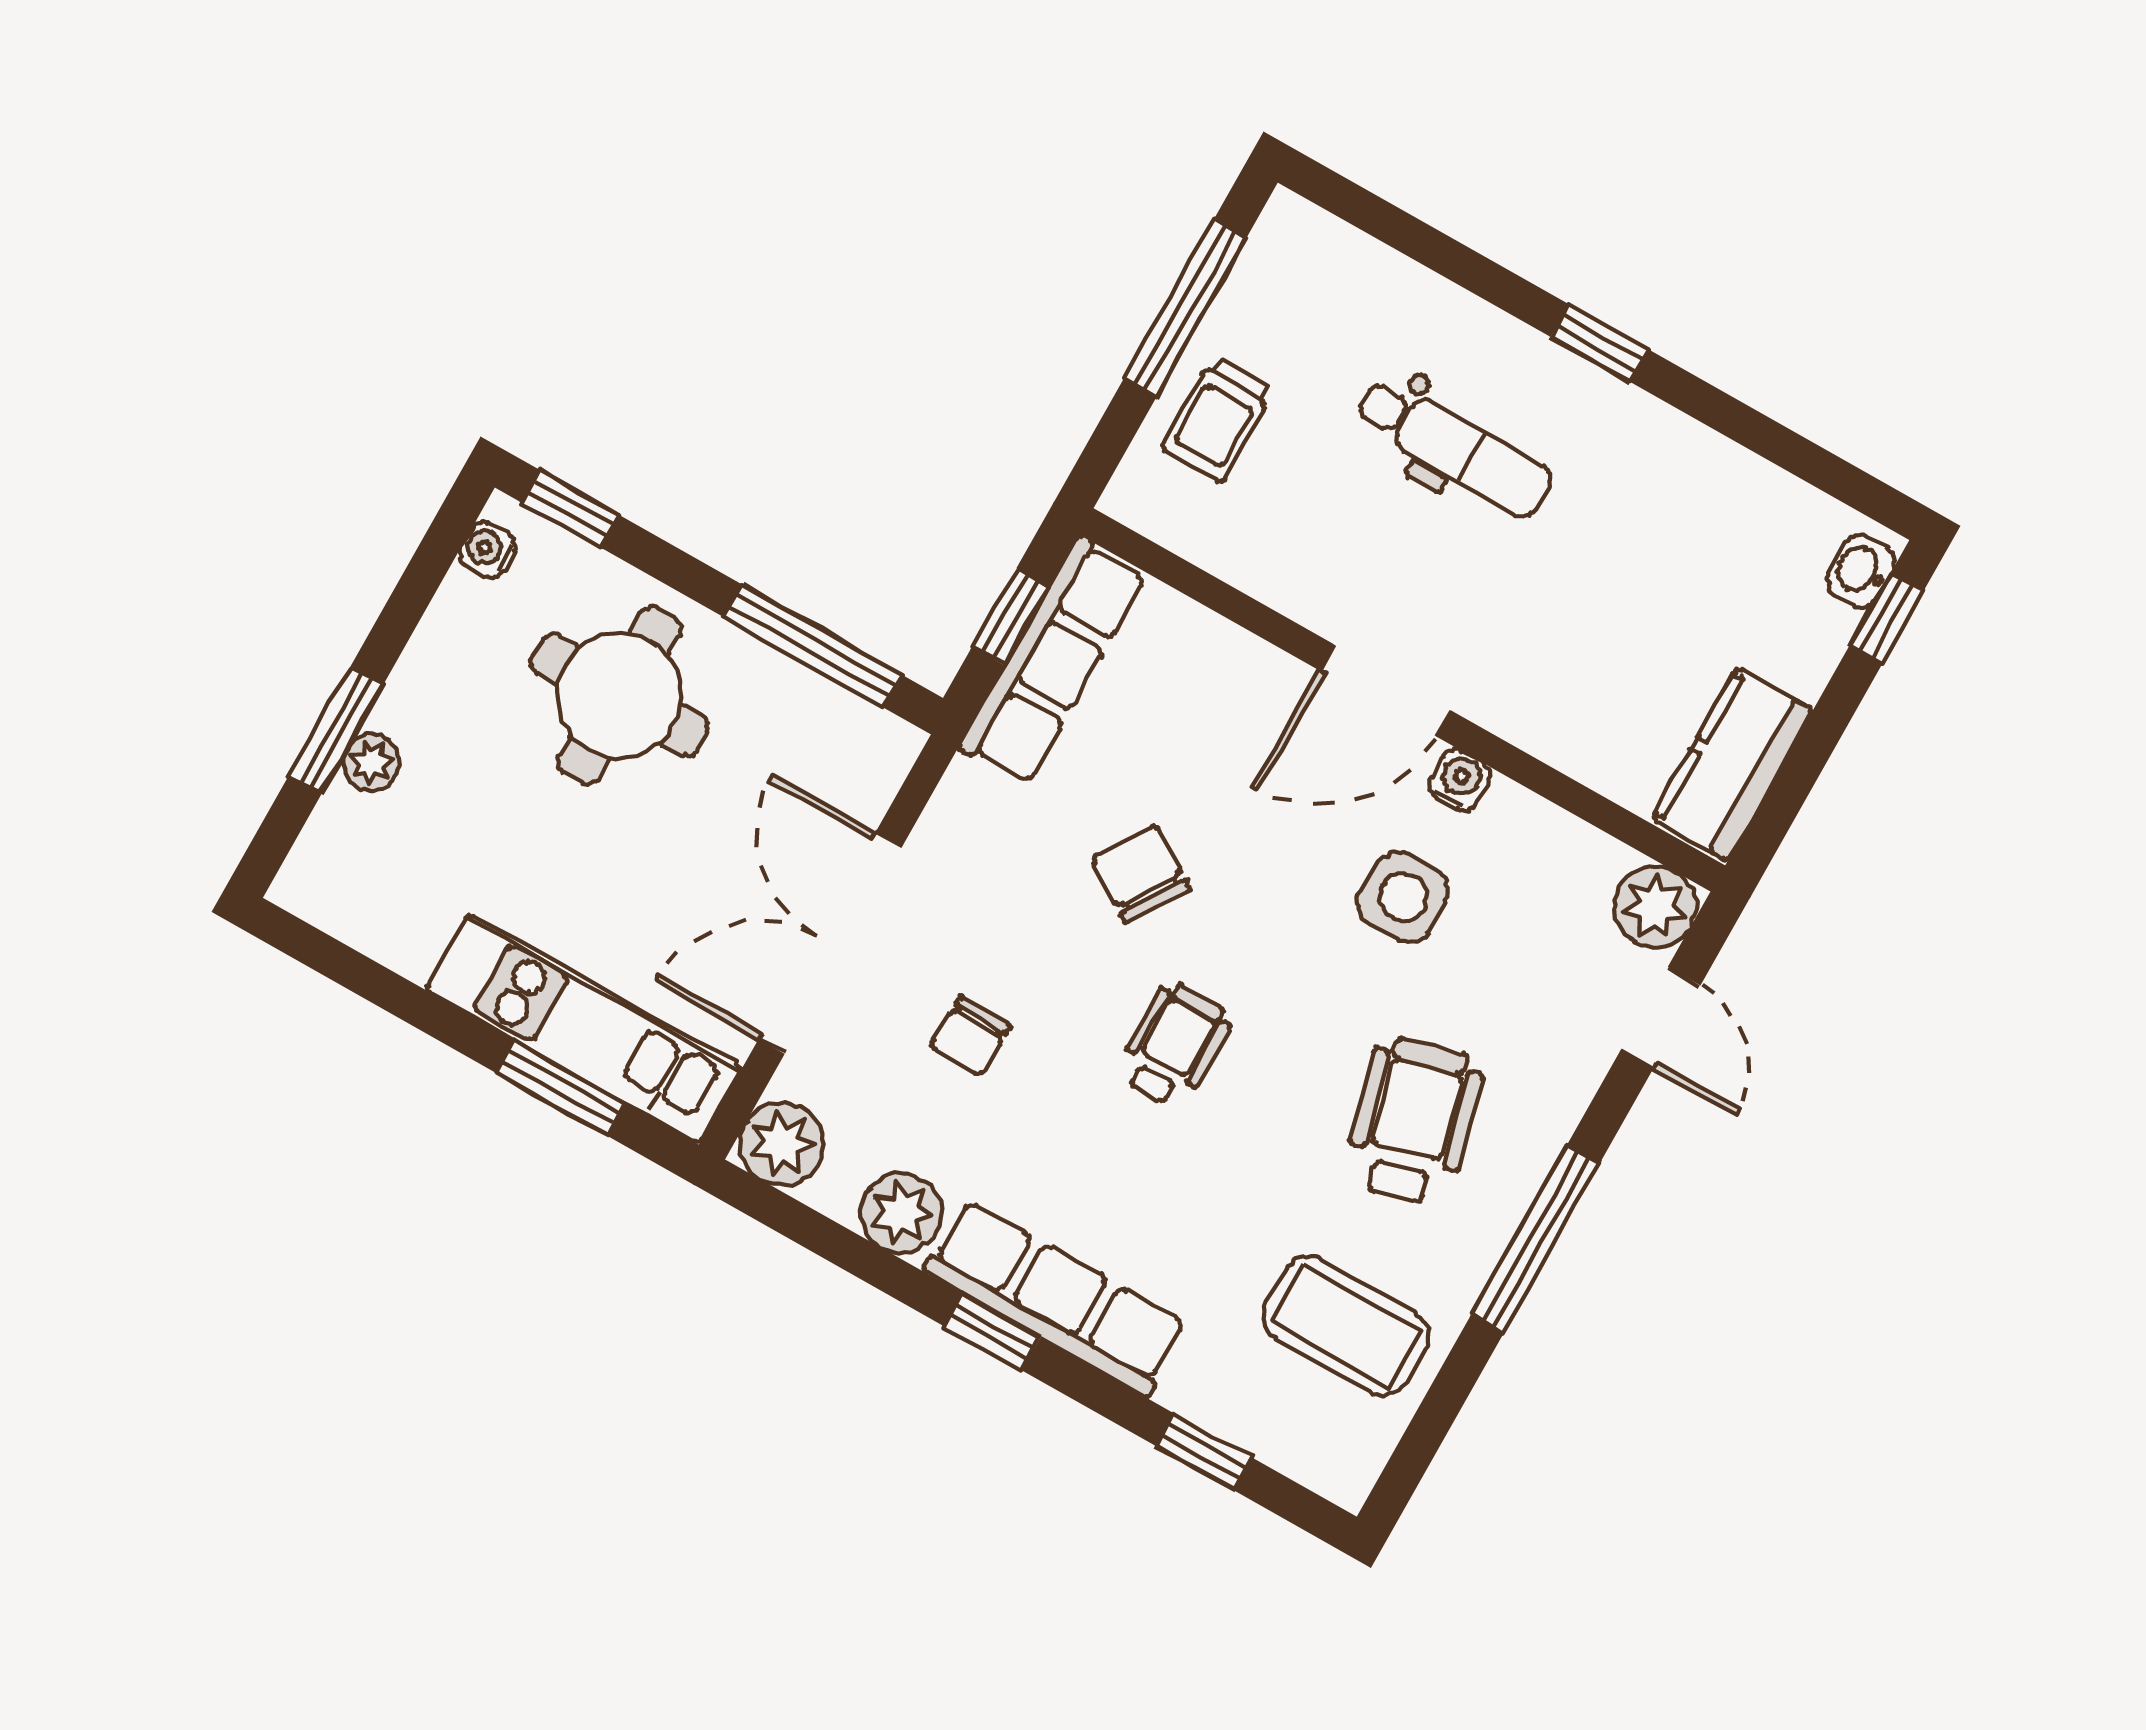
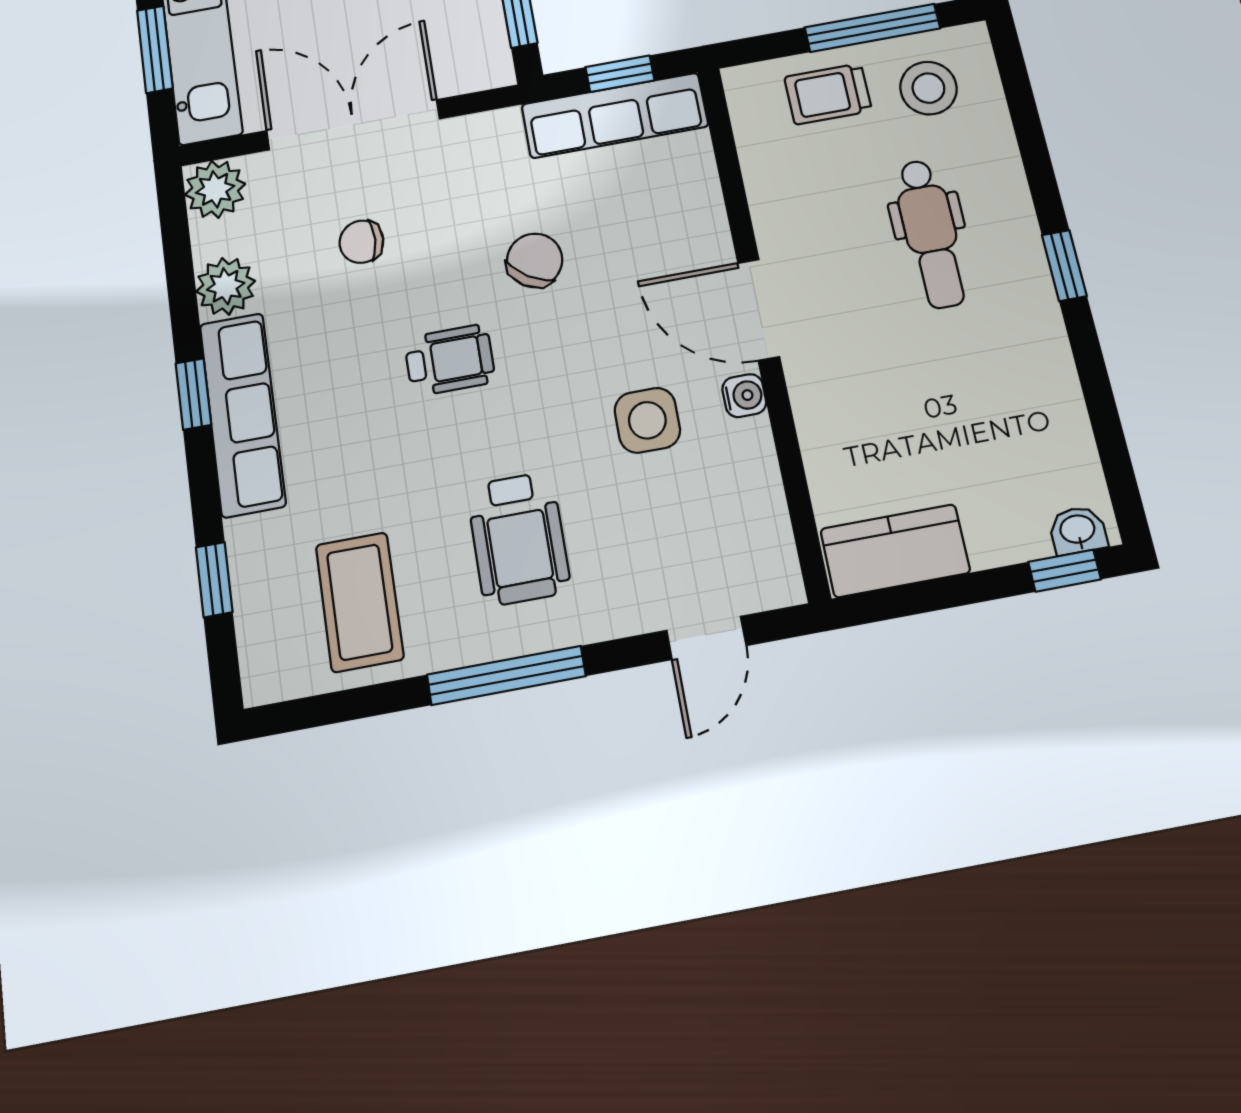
stool: (1300, 310) -> (928, 88), added
plant: (1655, 907) -> (770, 577), removed
wheelchair: (1414, 1121) -> (518, 539), turned 105

